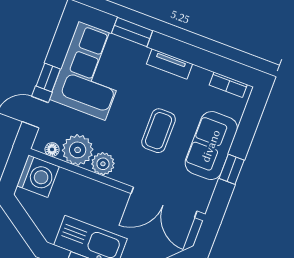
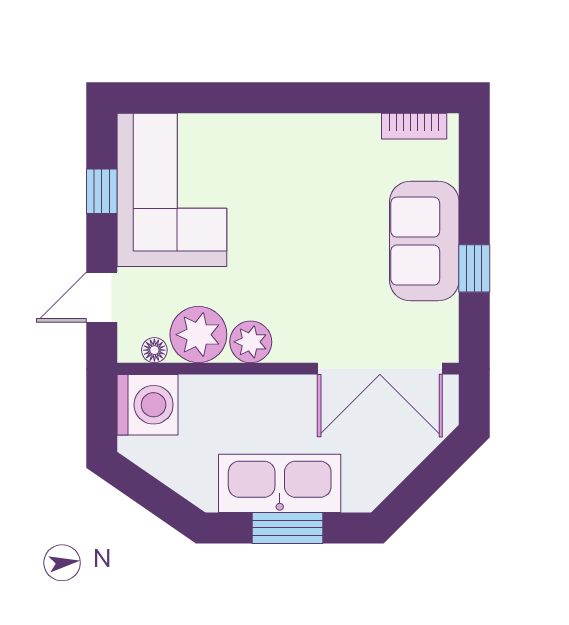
window: (132, 32) -> (216, 98), removed
tv unit: (170, 64) -> (300, 128), removed
window: (48, 78) -> (102, 191), moved
coffee table: (159, 131) -> (324, 250), removed

